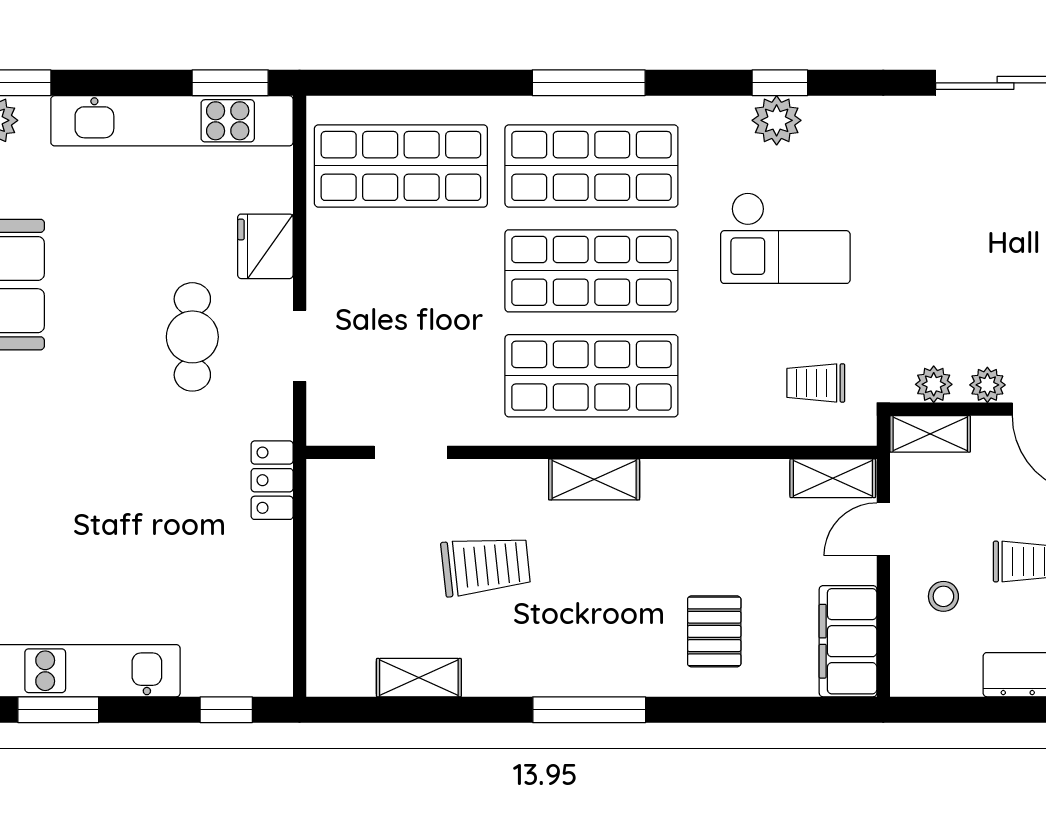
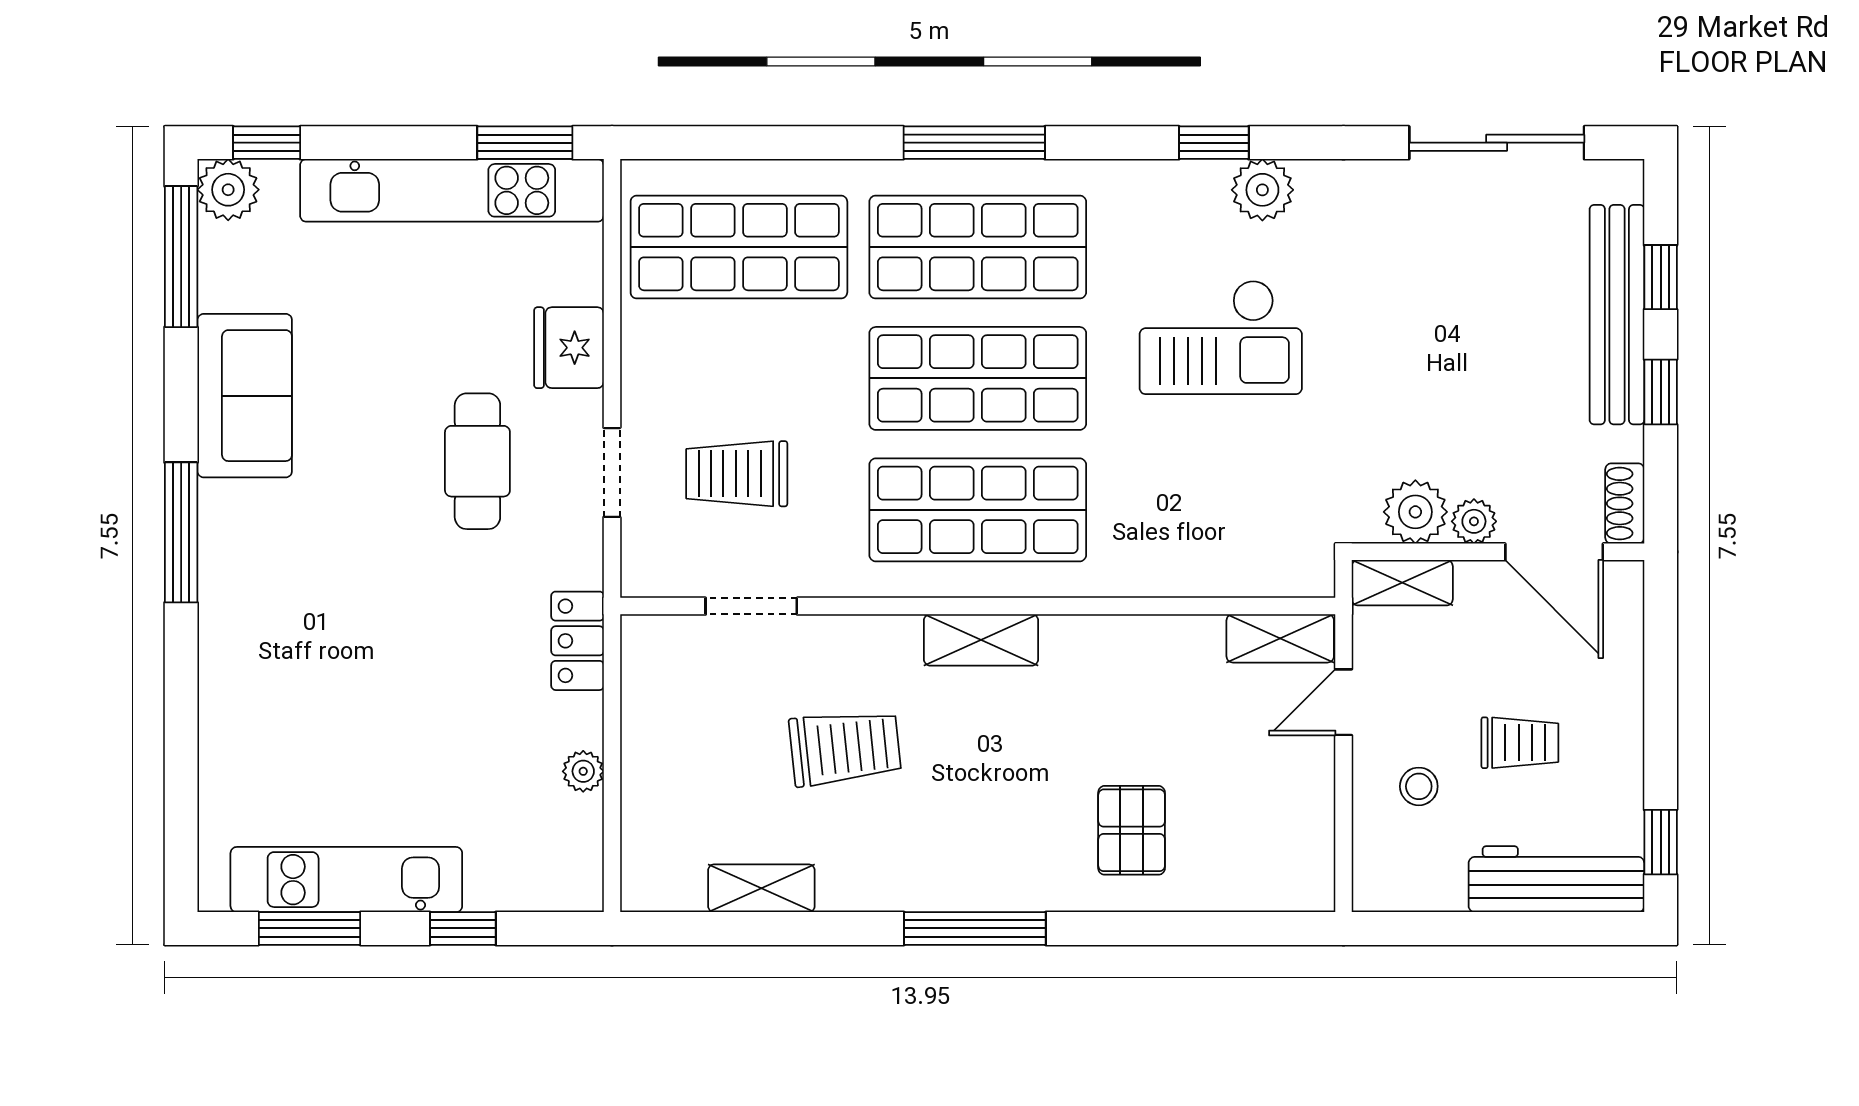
plant: (777, 120) -> (1262, 190), moved
trolley: (816, 383) -> (737, 474), moved, width x1.36, depth x1.39
plant: (934, 384) -> (1415, 512), width x1.38, depth x1.38
plant: (277, 584) -> (583, 771), added
filing cabinet: (848, 641) -> (1299, 843), removed
window: (226, 710) -> (463, 928), moved

